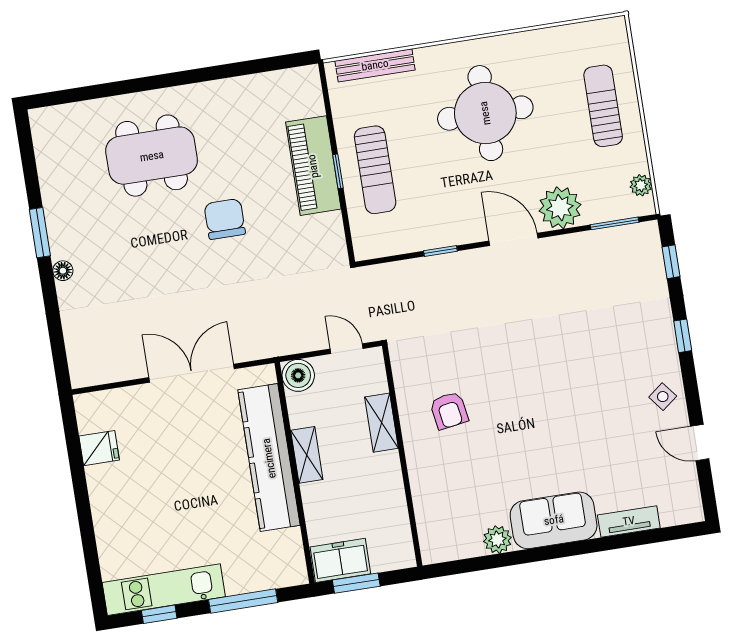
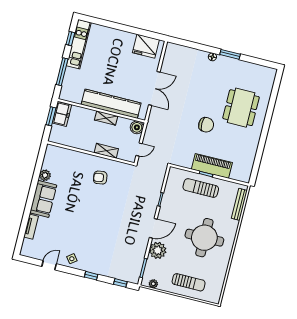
fridge: (99, 448) -> (146, 46), width x1.88, depth x1.34

